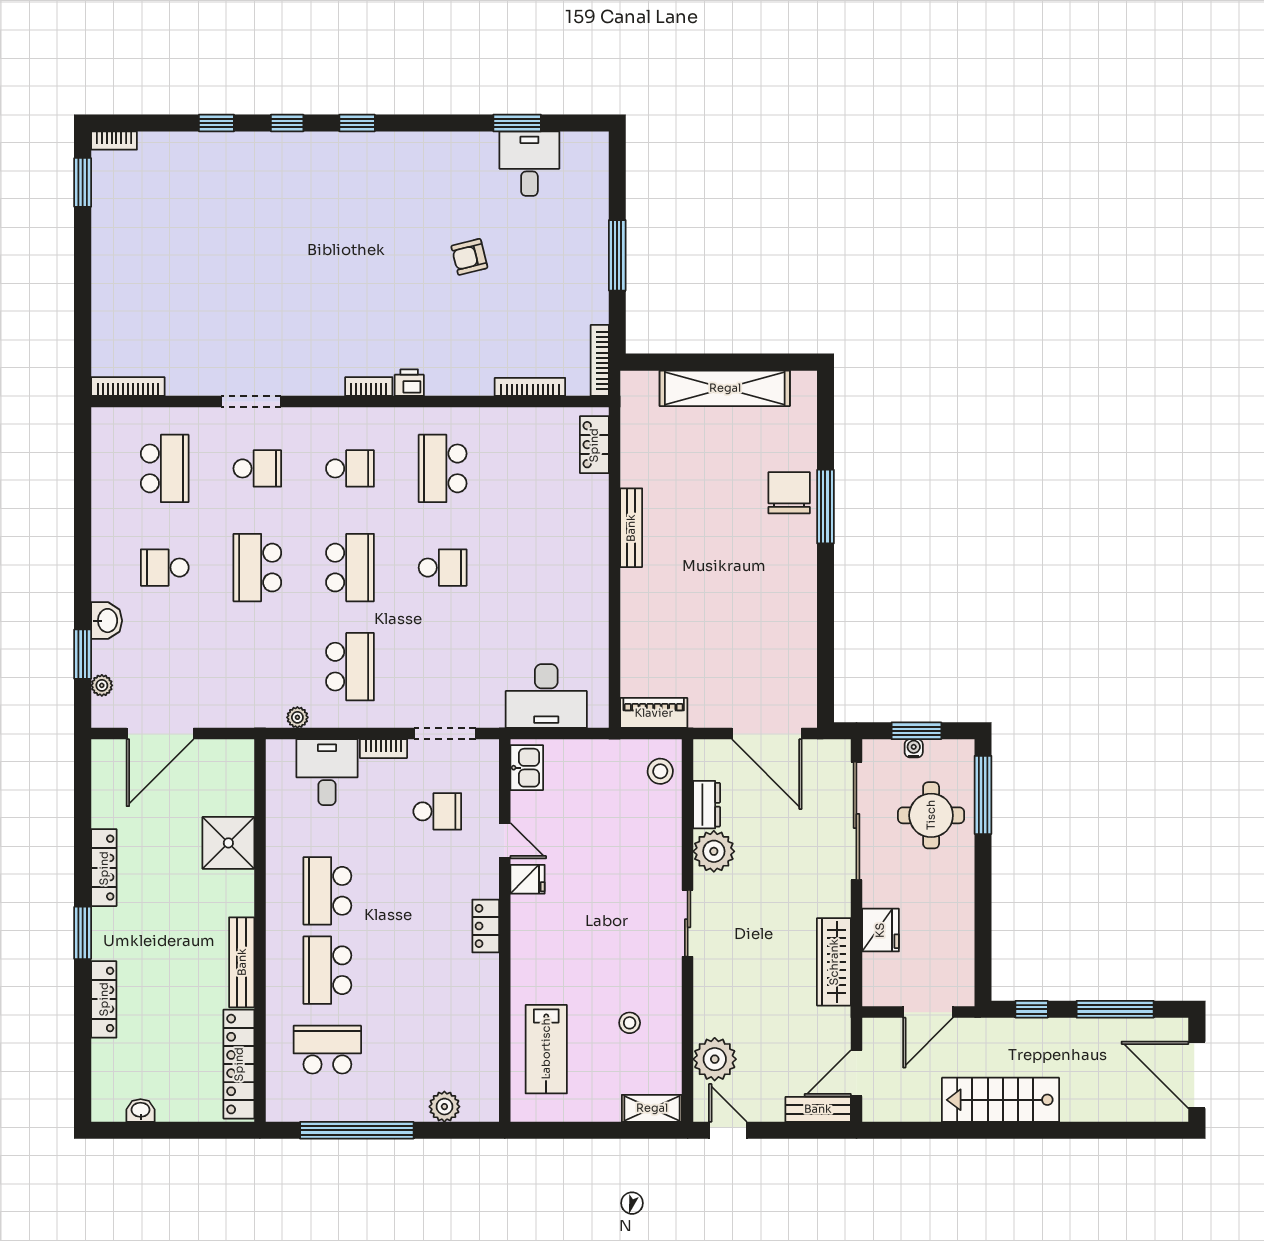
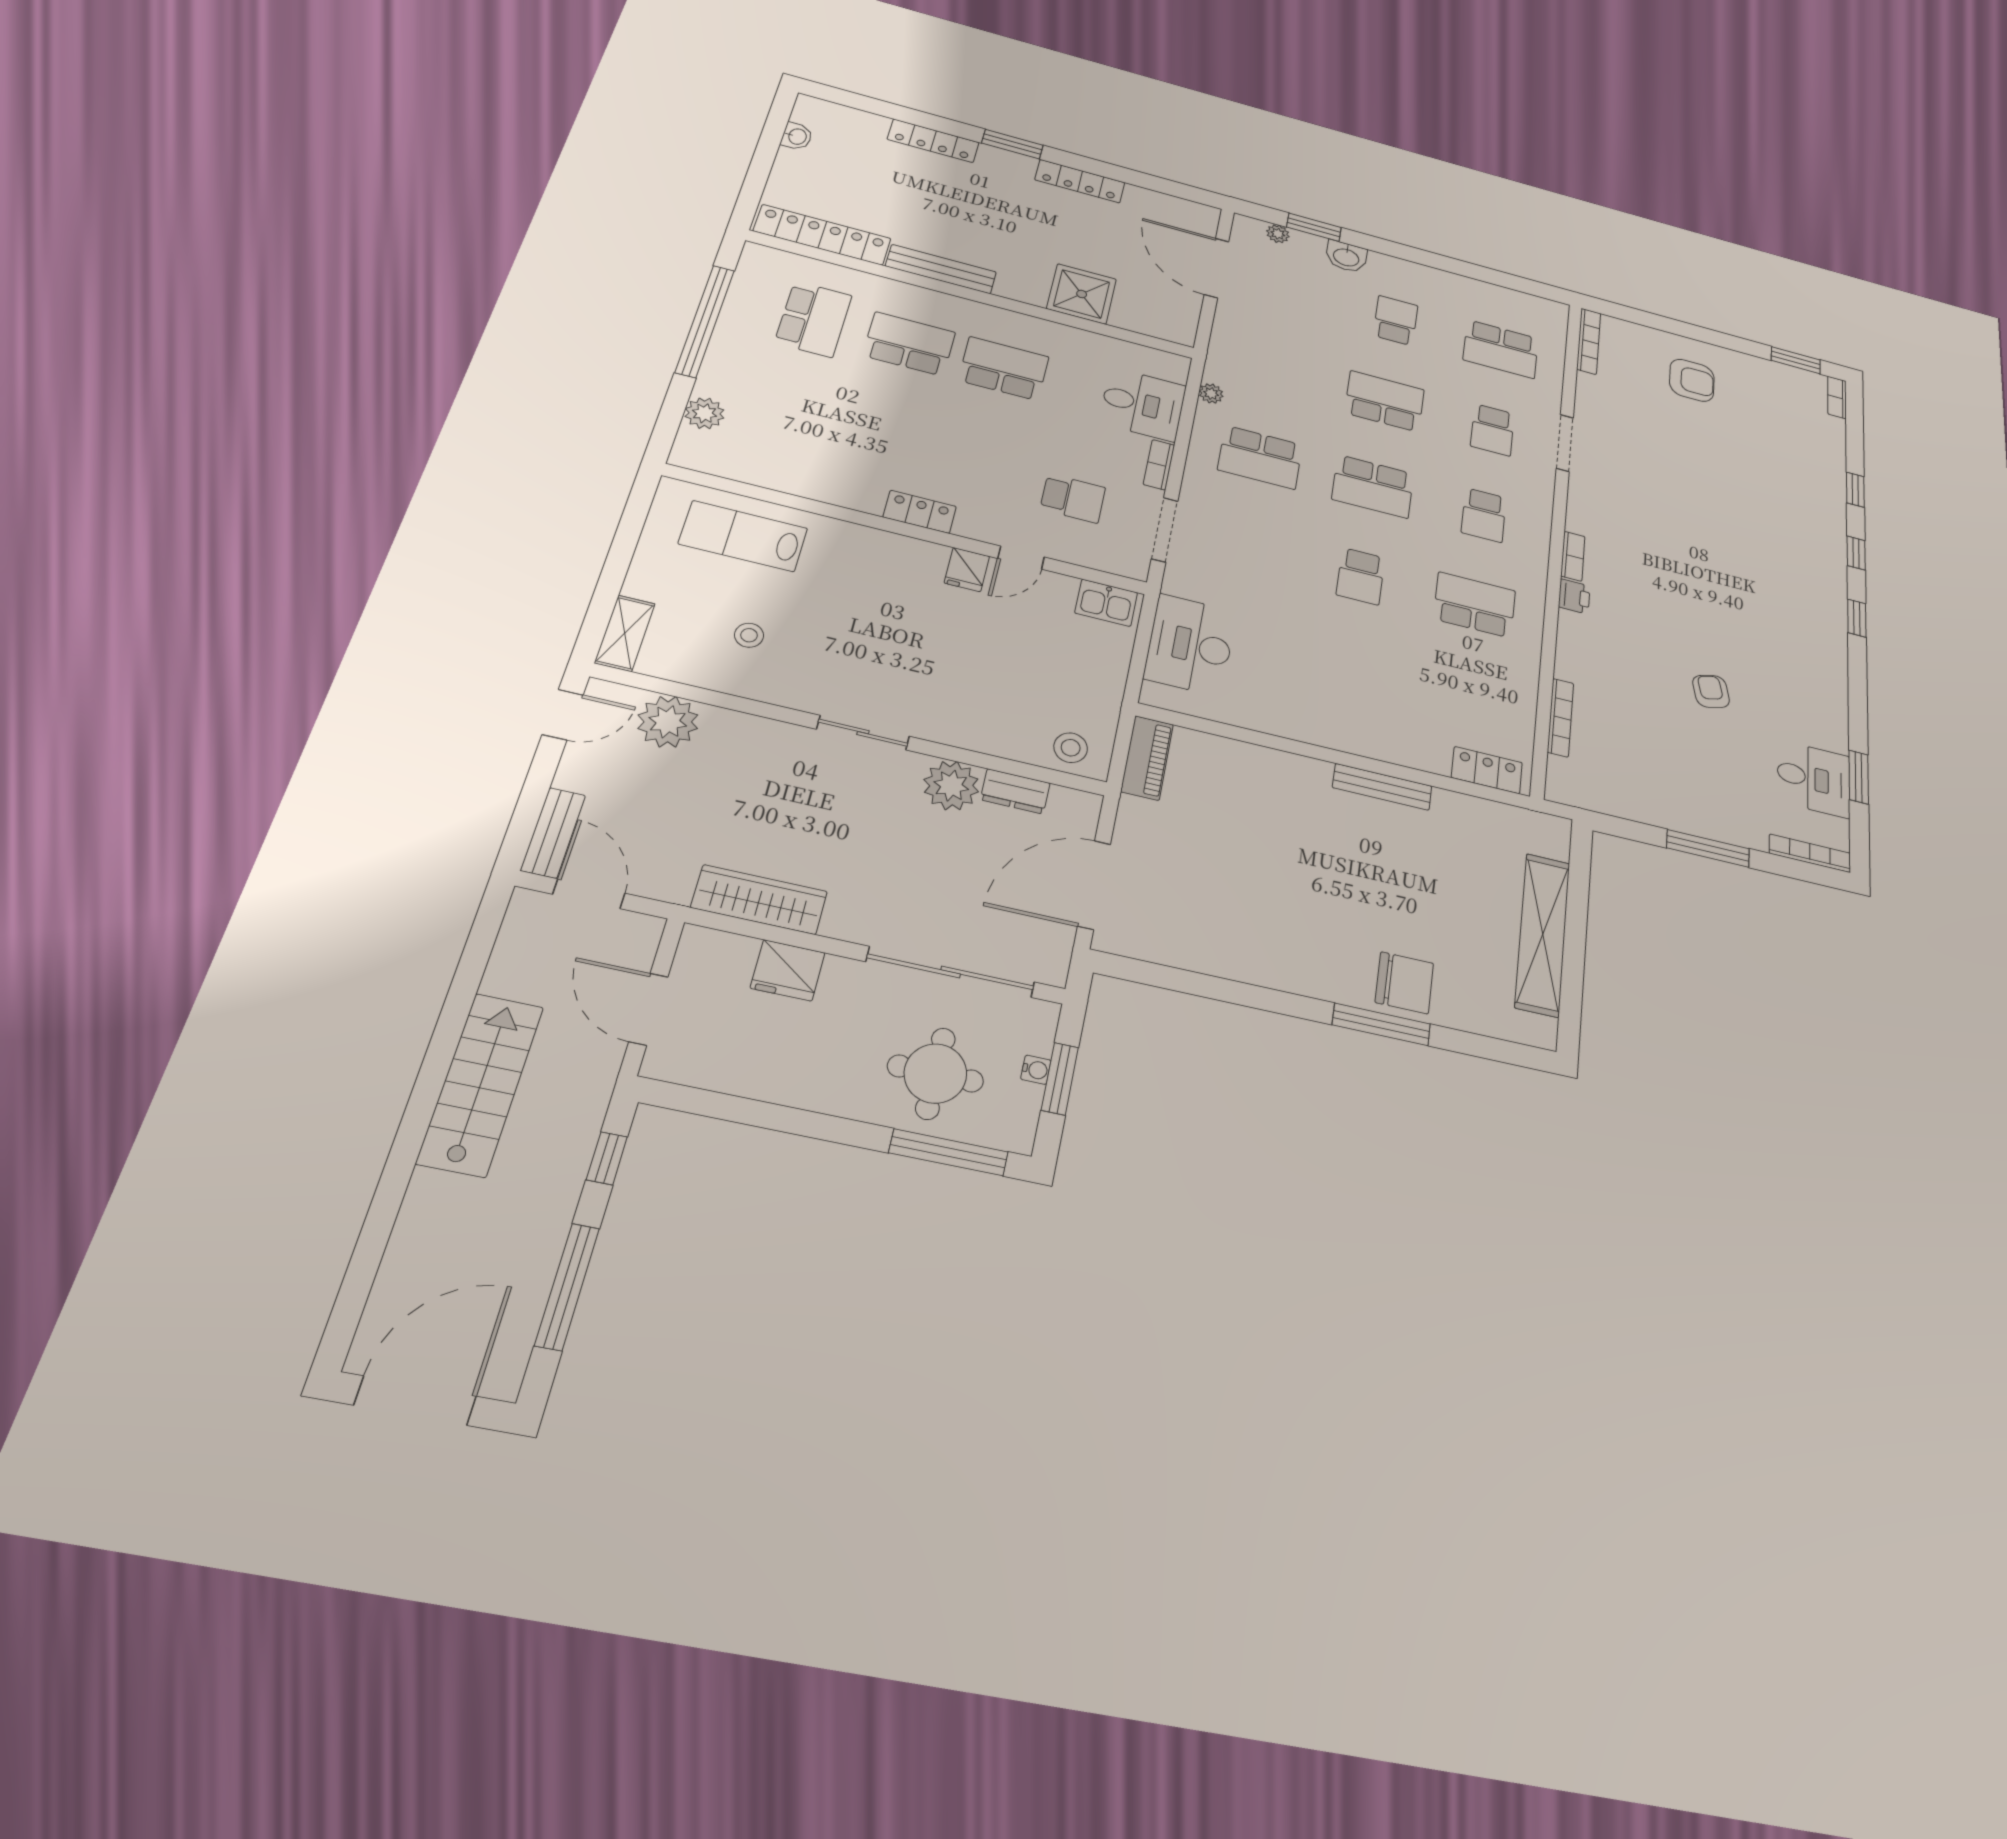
armchair: (141, 285) -> (1692, 380), added
bookcase: (600, 360) -> (1810, 853), moved
school desk: (437, 811) -> (1073, 498), turned -90

